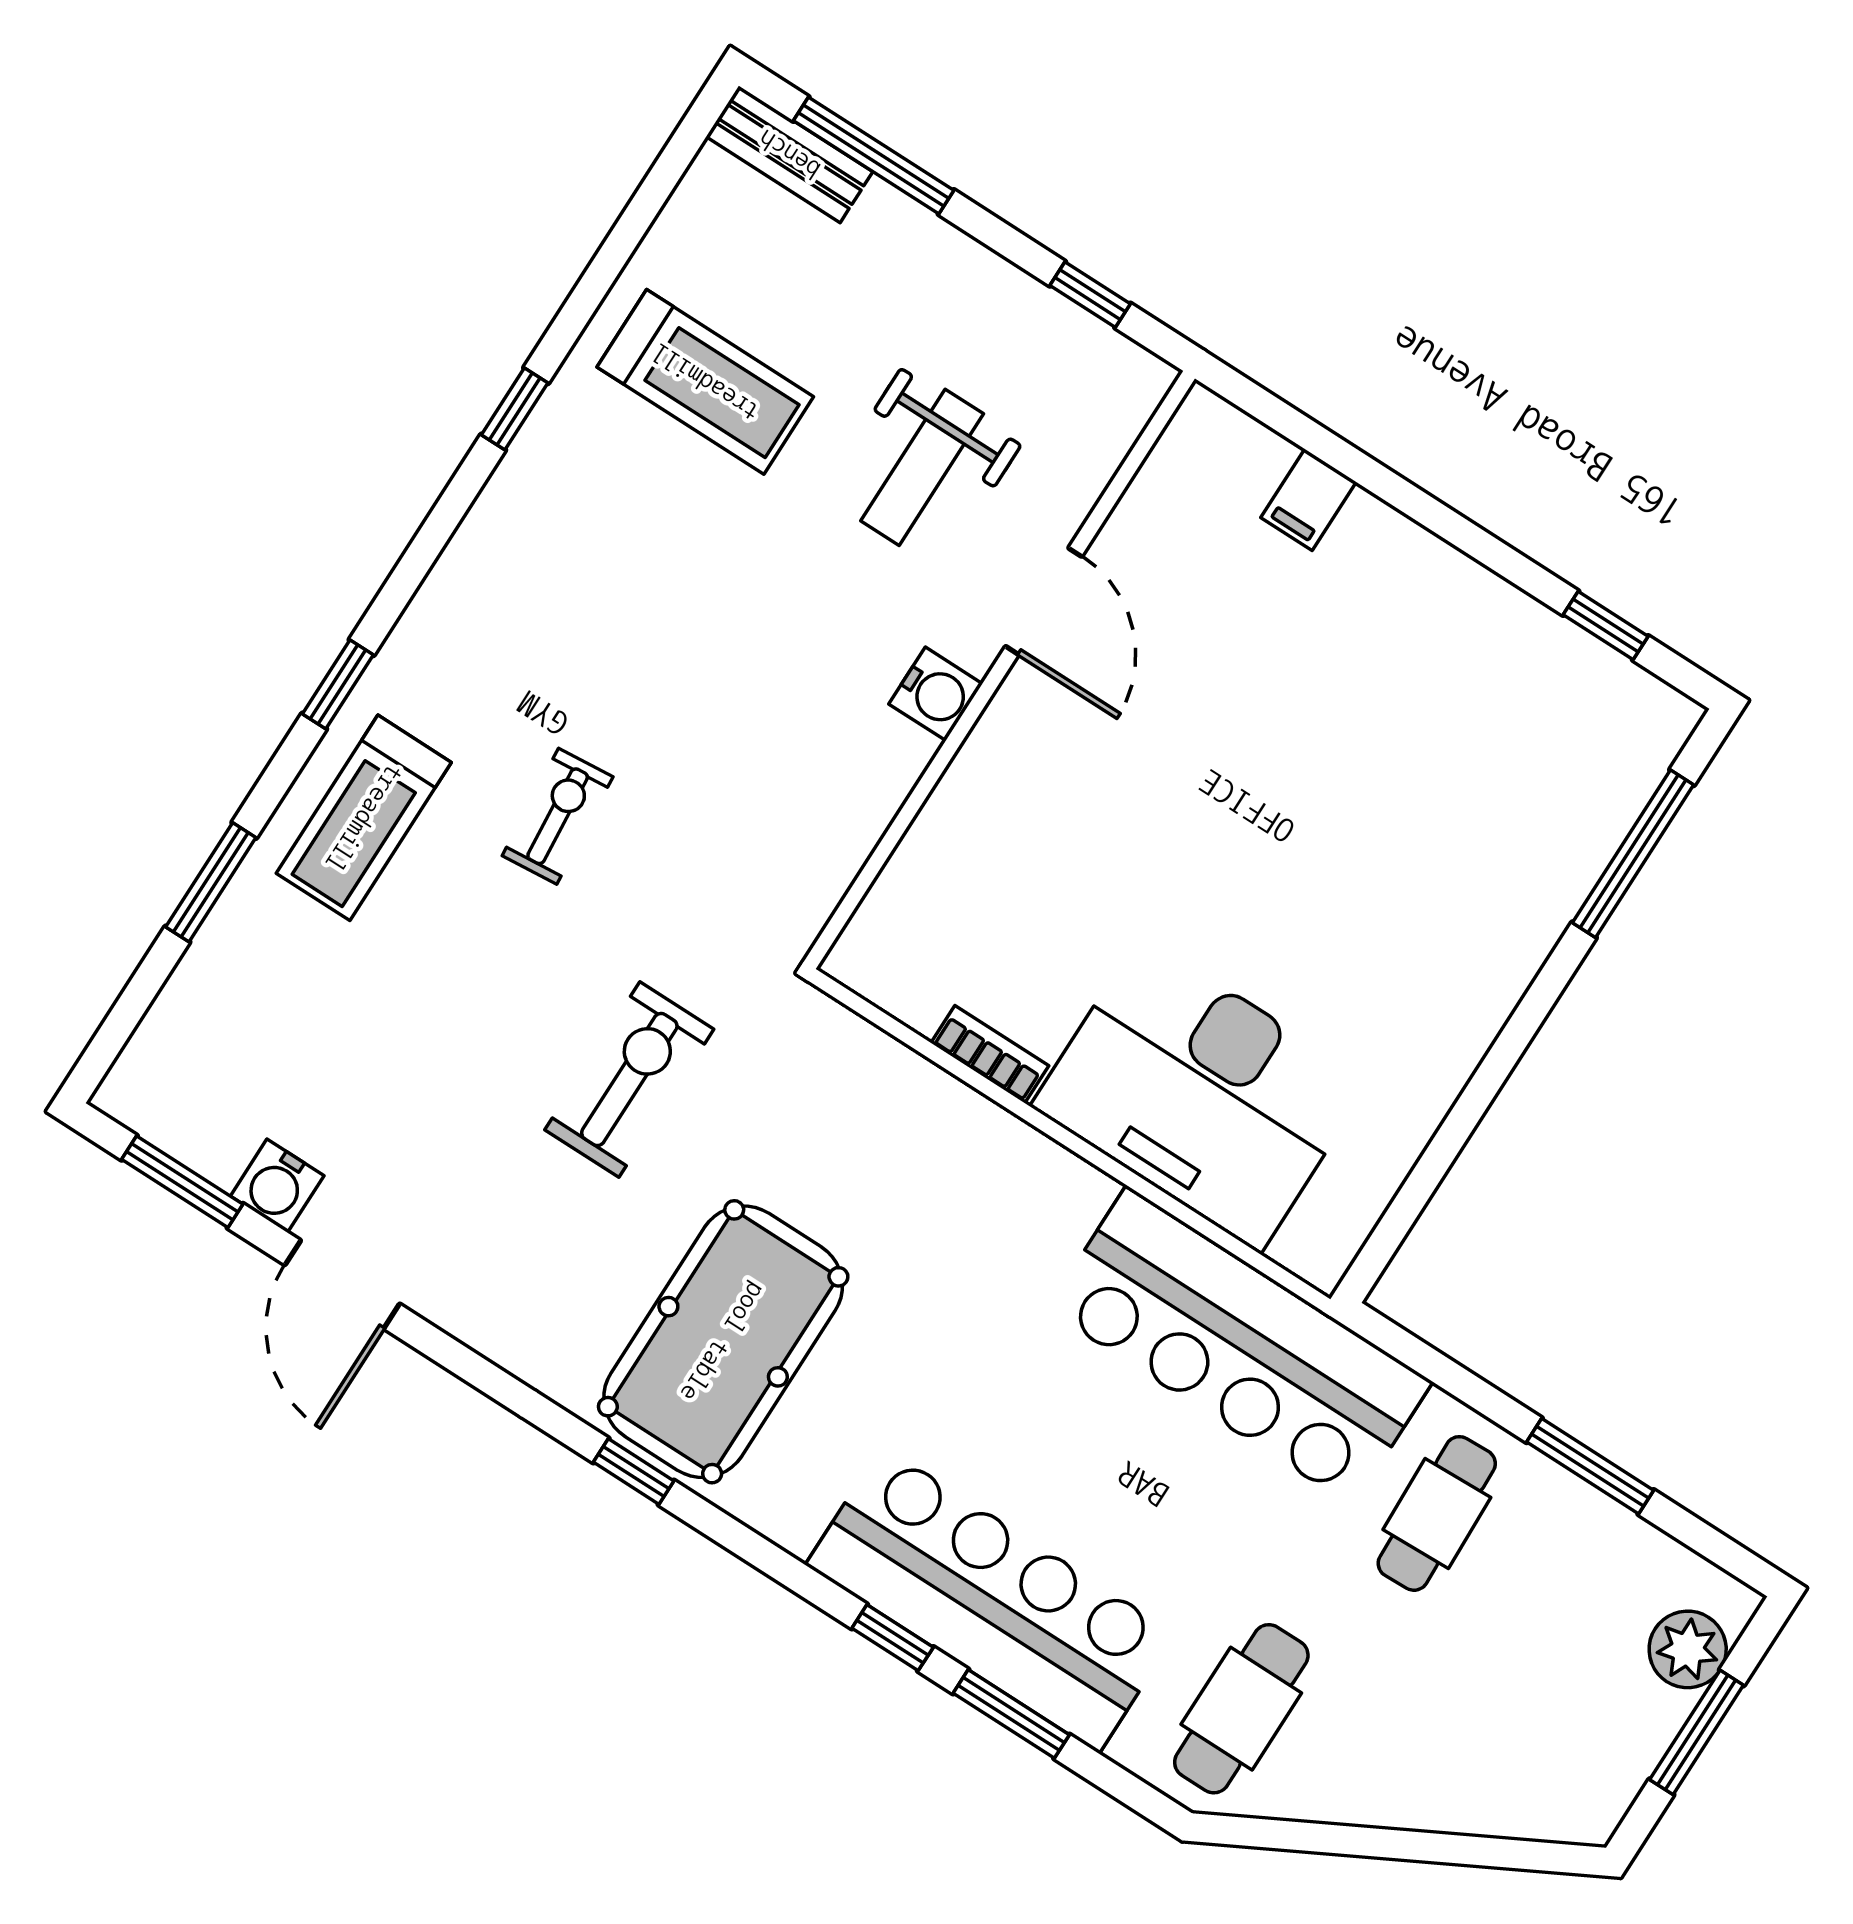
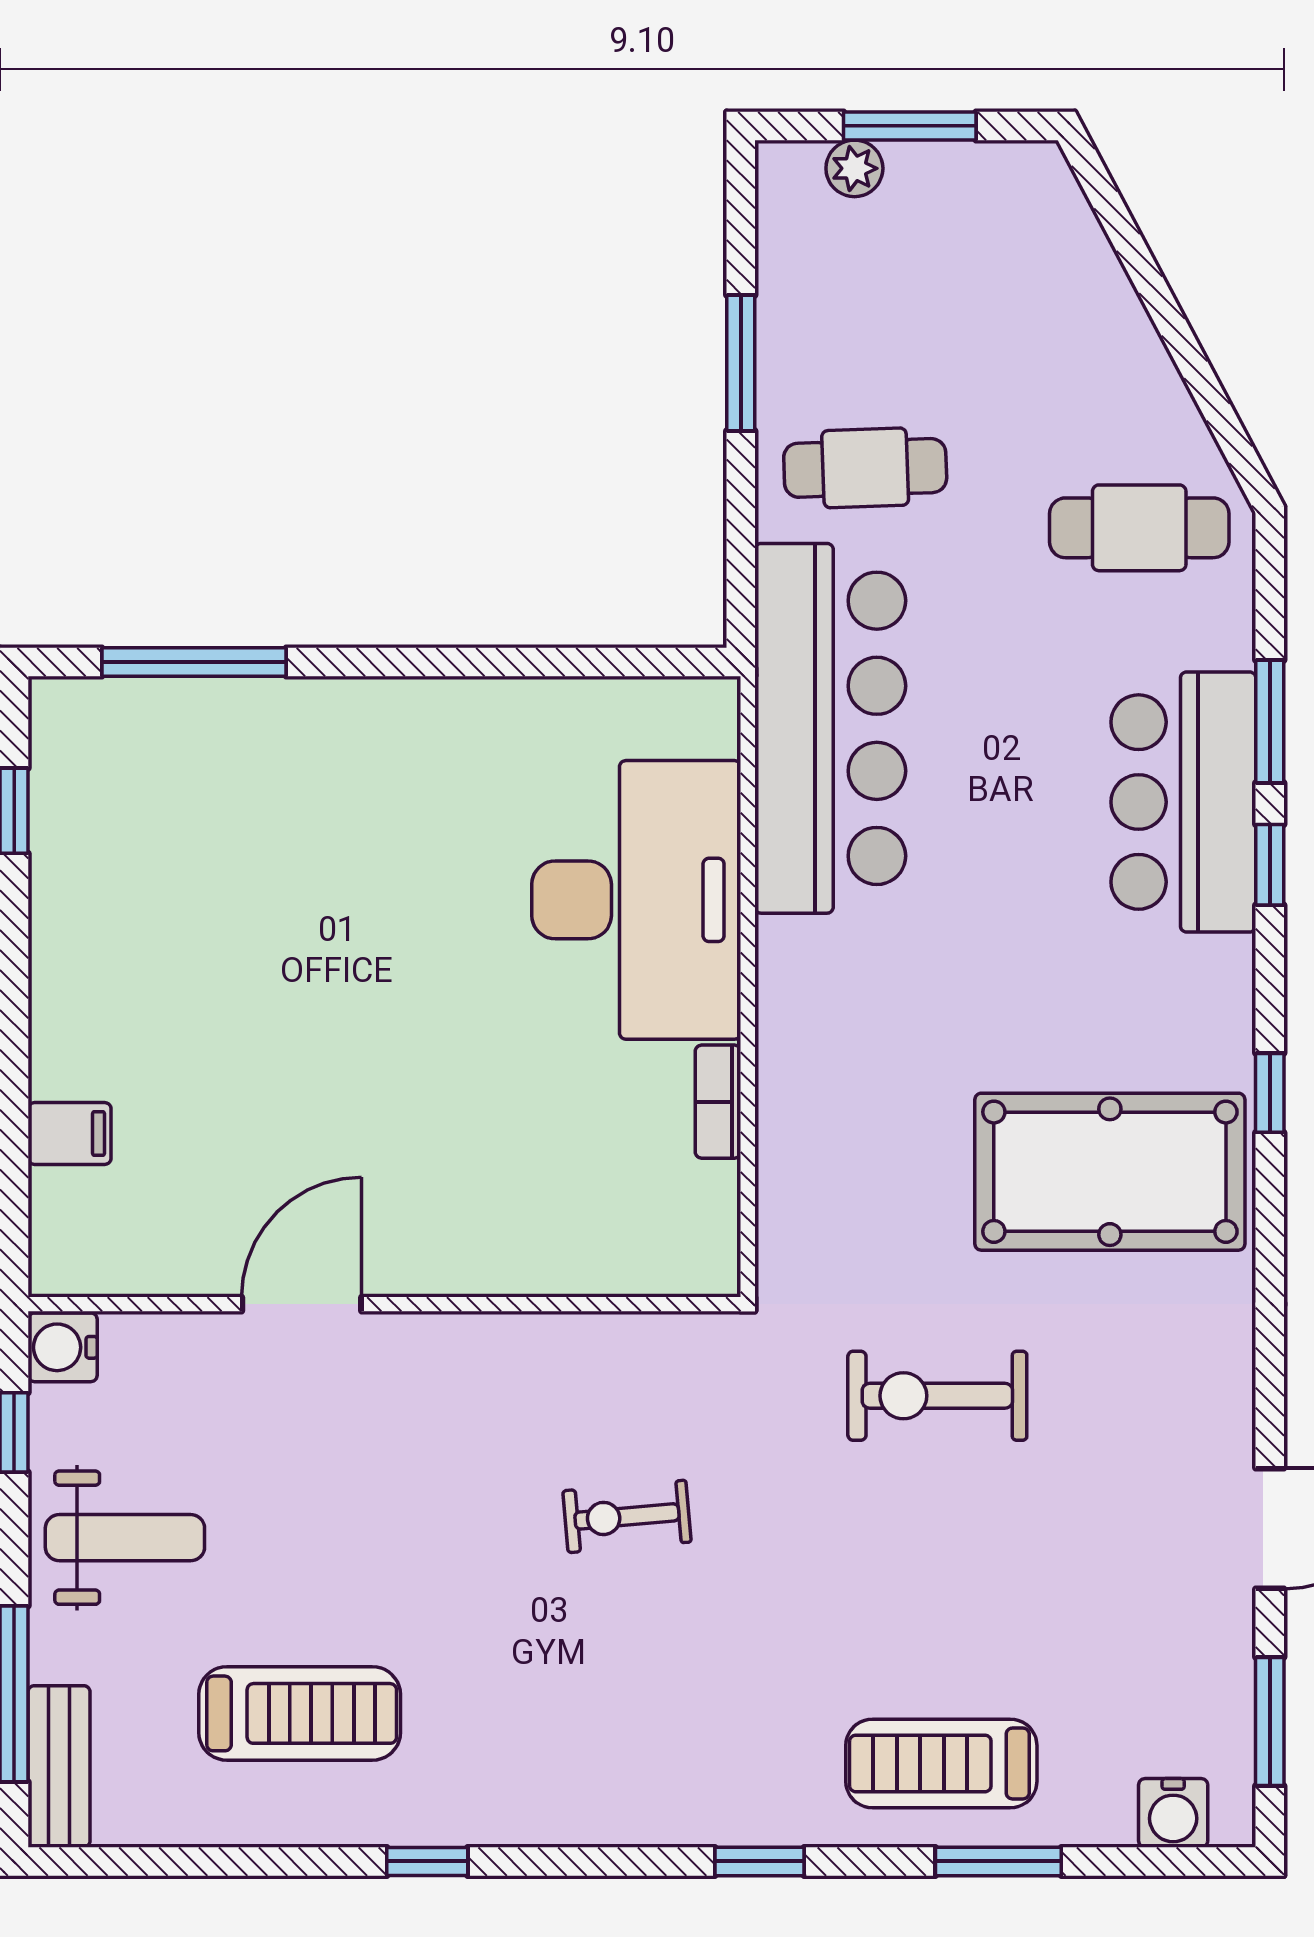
treadmill: (705, 382) -> (300, 1713), turned 90
weight bench: (922, 467) -> (125, 1538), moved
water cooler: (936, 694) -> (63, 1347), moved, turned -90
exercise bike: (558, 816) -> (627, 1516), moved
treadmill: (364, 818) -> (941, 1763), moved, turned 180
water cooler: (277, 1186) -> (1173, 1813), moved, turned 90
window: (634, 1472) -> (1270, 1093), moved
bar counter: (991, 1599) -> (1183, 802), width x0.73
plant: (1688, 1649) -> (854, 168), width x0.73, depth x0.73

